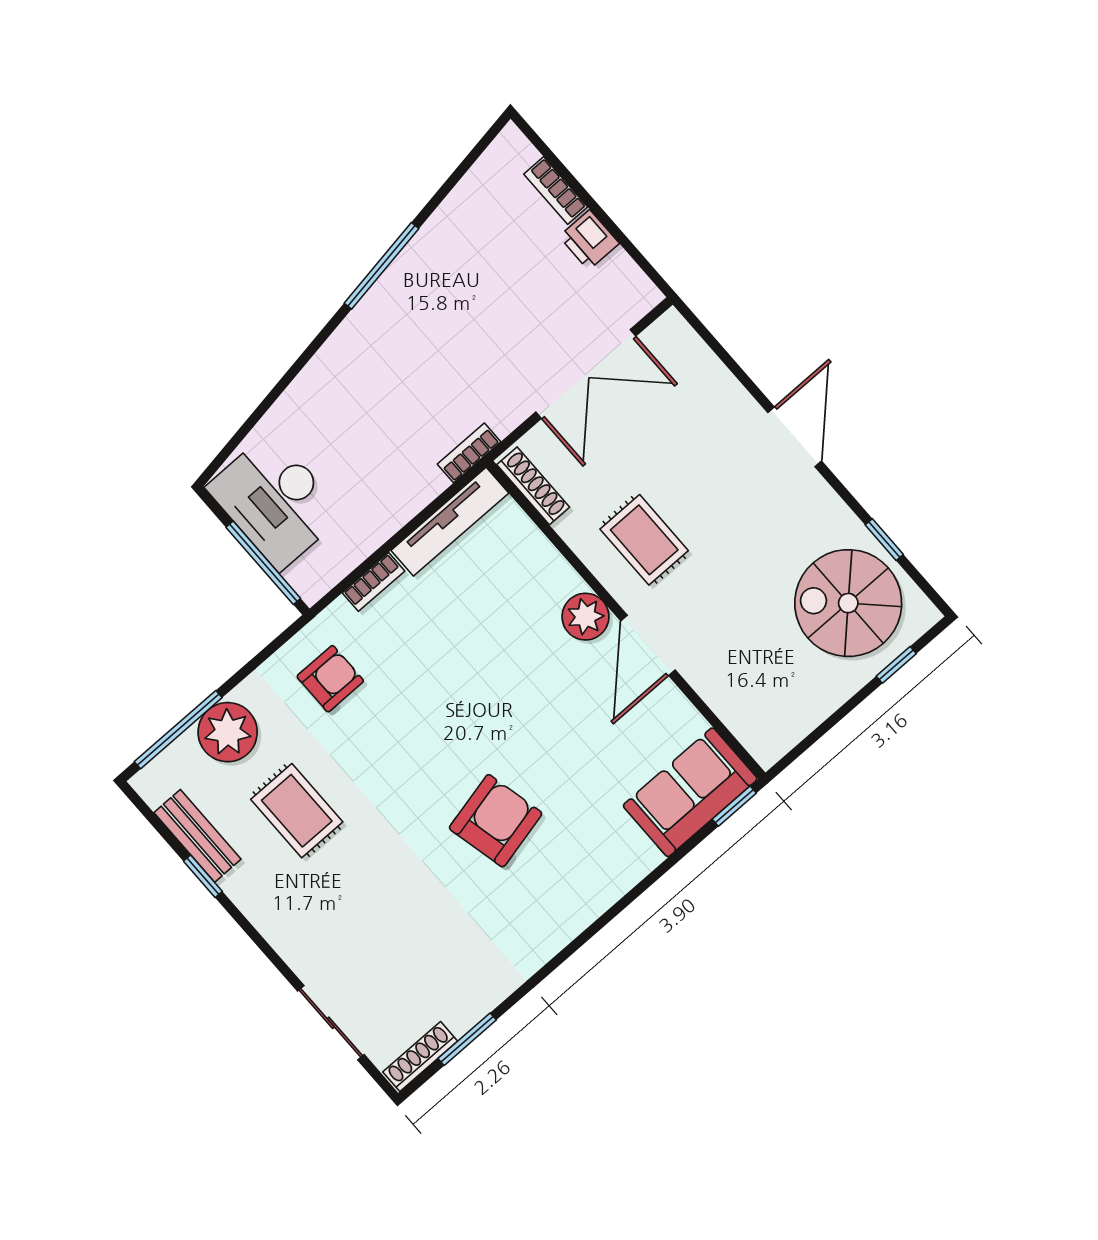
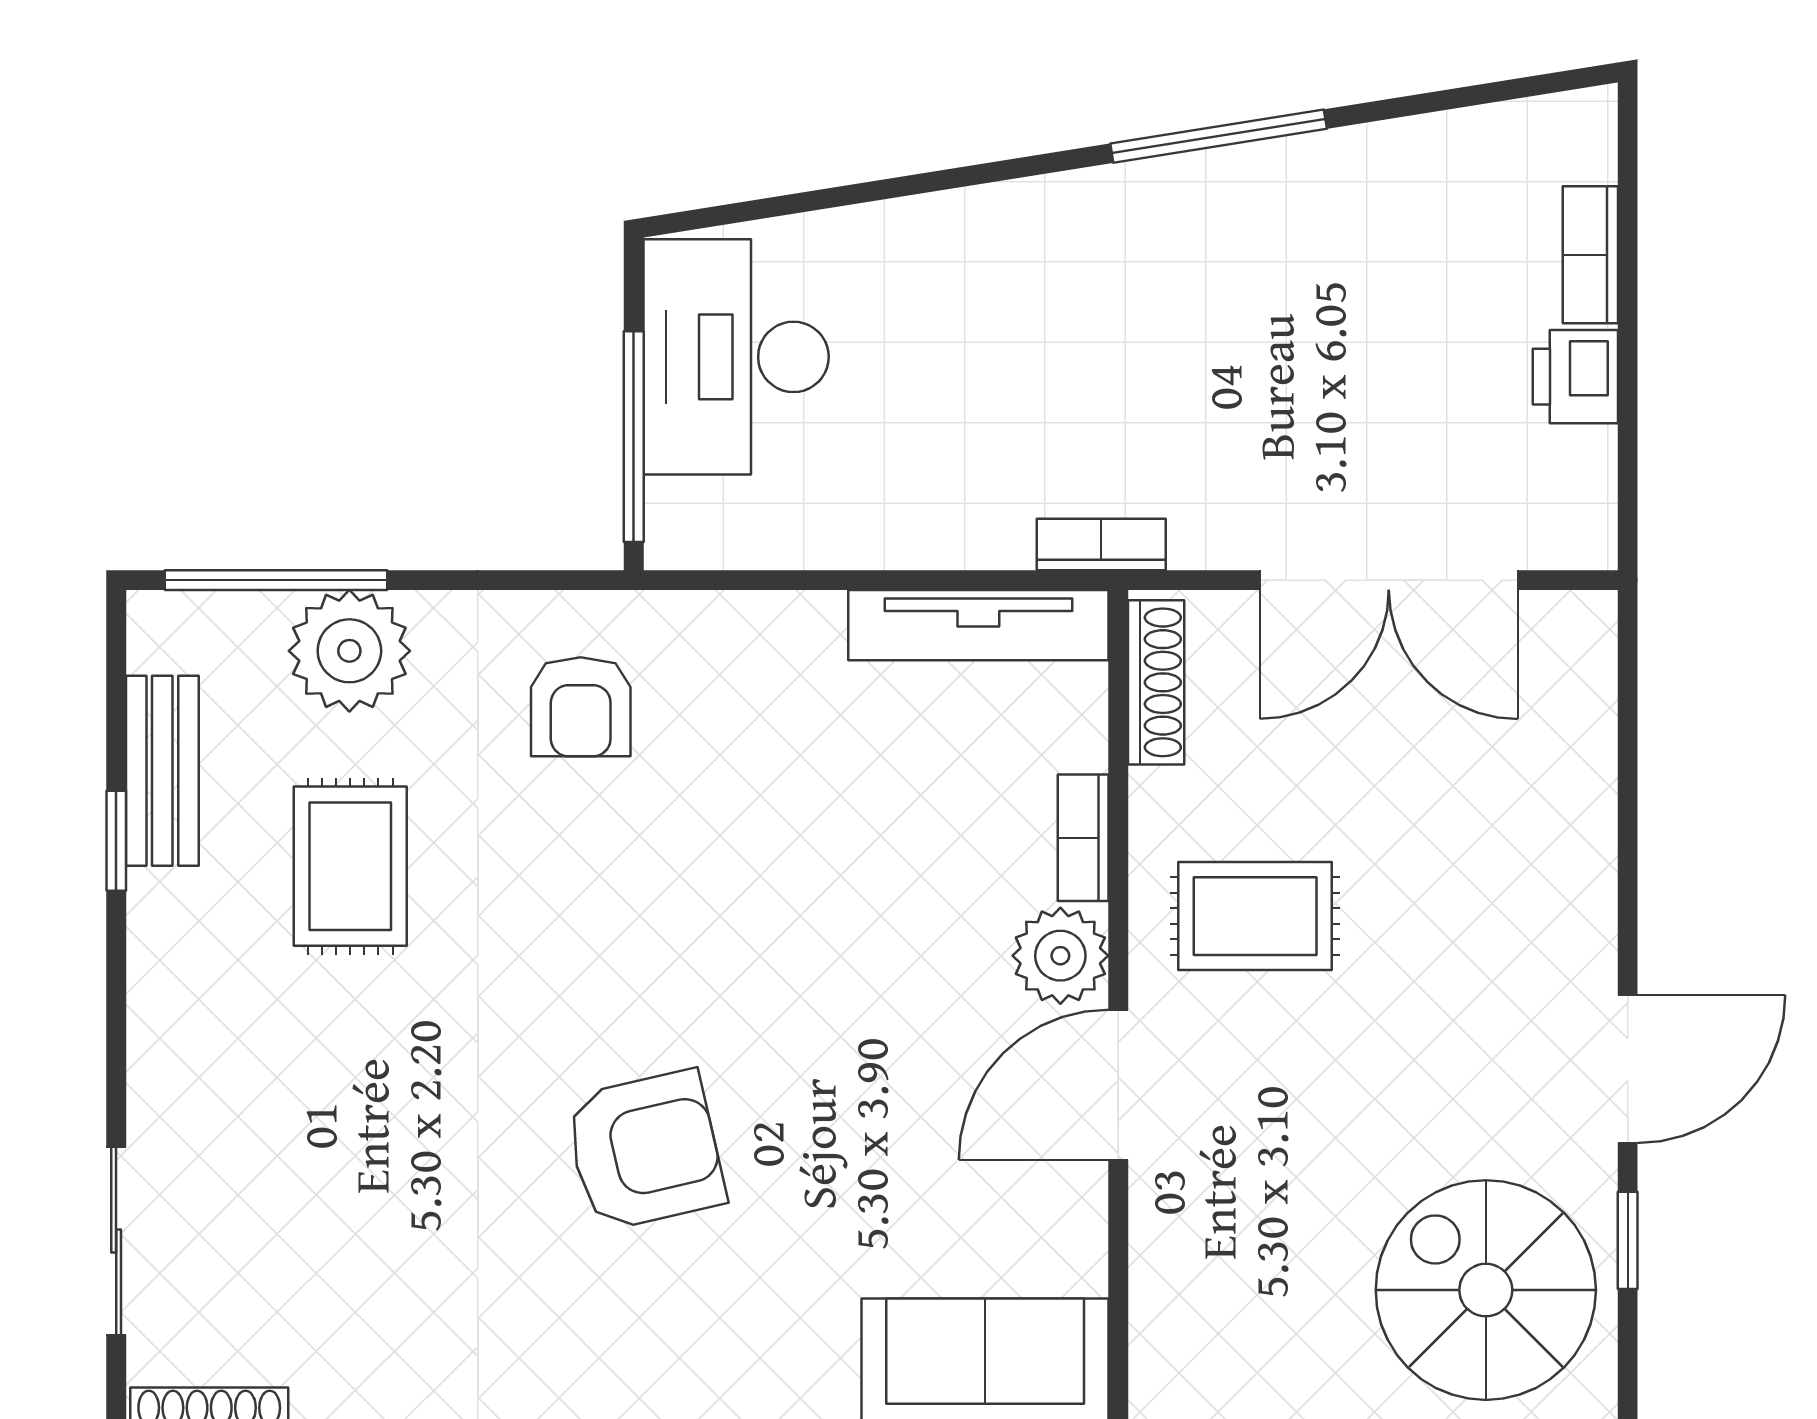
door: (795, 437) -> (1628, 1069), moved
rug: (644, 540) -> (1255, 916), turned 90
bookcase: (373, 582) -> (1083, 838), moved, turned 90
armchair: (330, 679) -> (581, 707), turned 90

